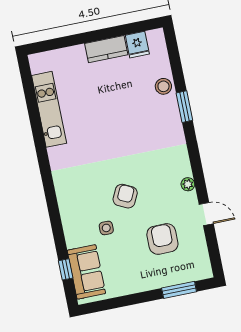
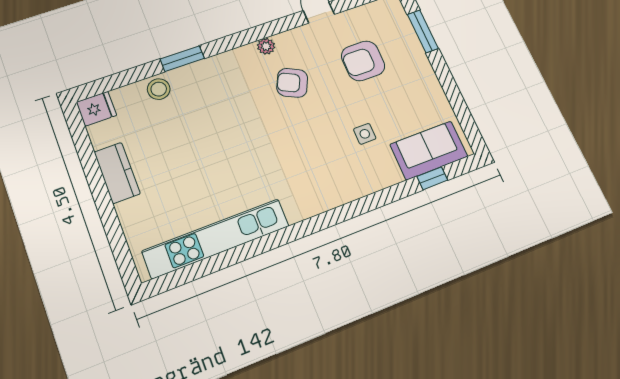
fridge: (137, 45) -> (96, 109), moved
kitchen unit: (49, 109) -> (216, 238), width x1.36
plant: (188, 184) -> (266, 46), moved
armchair: (125, 196) -> (292, 83), moved

